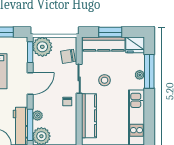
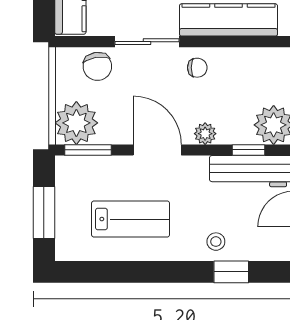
plant: (37, 116) -> (205, 134), moved
window: (30, 125) -> (249, 150), width x0.46

